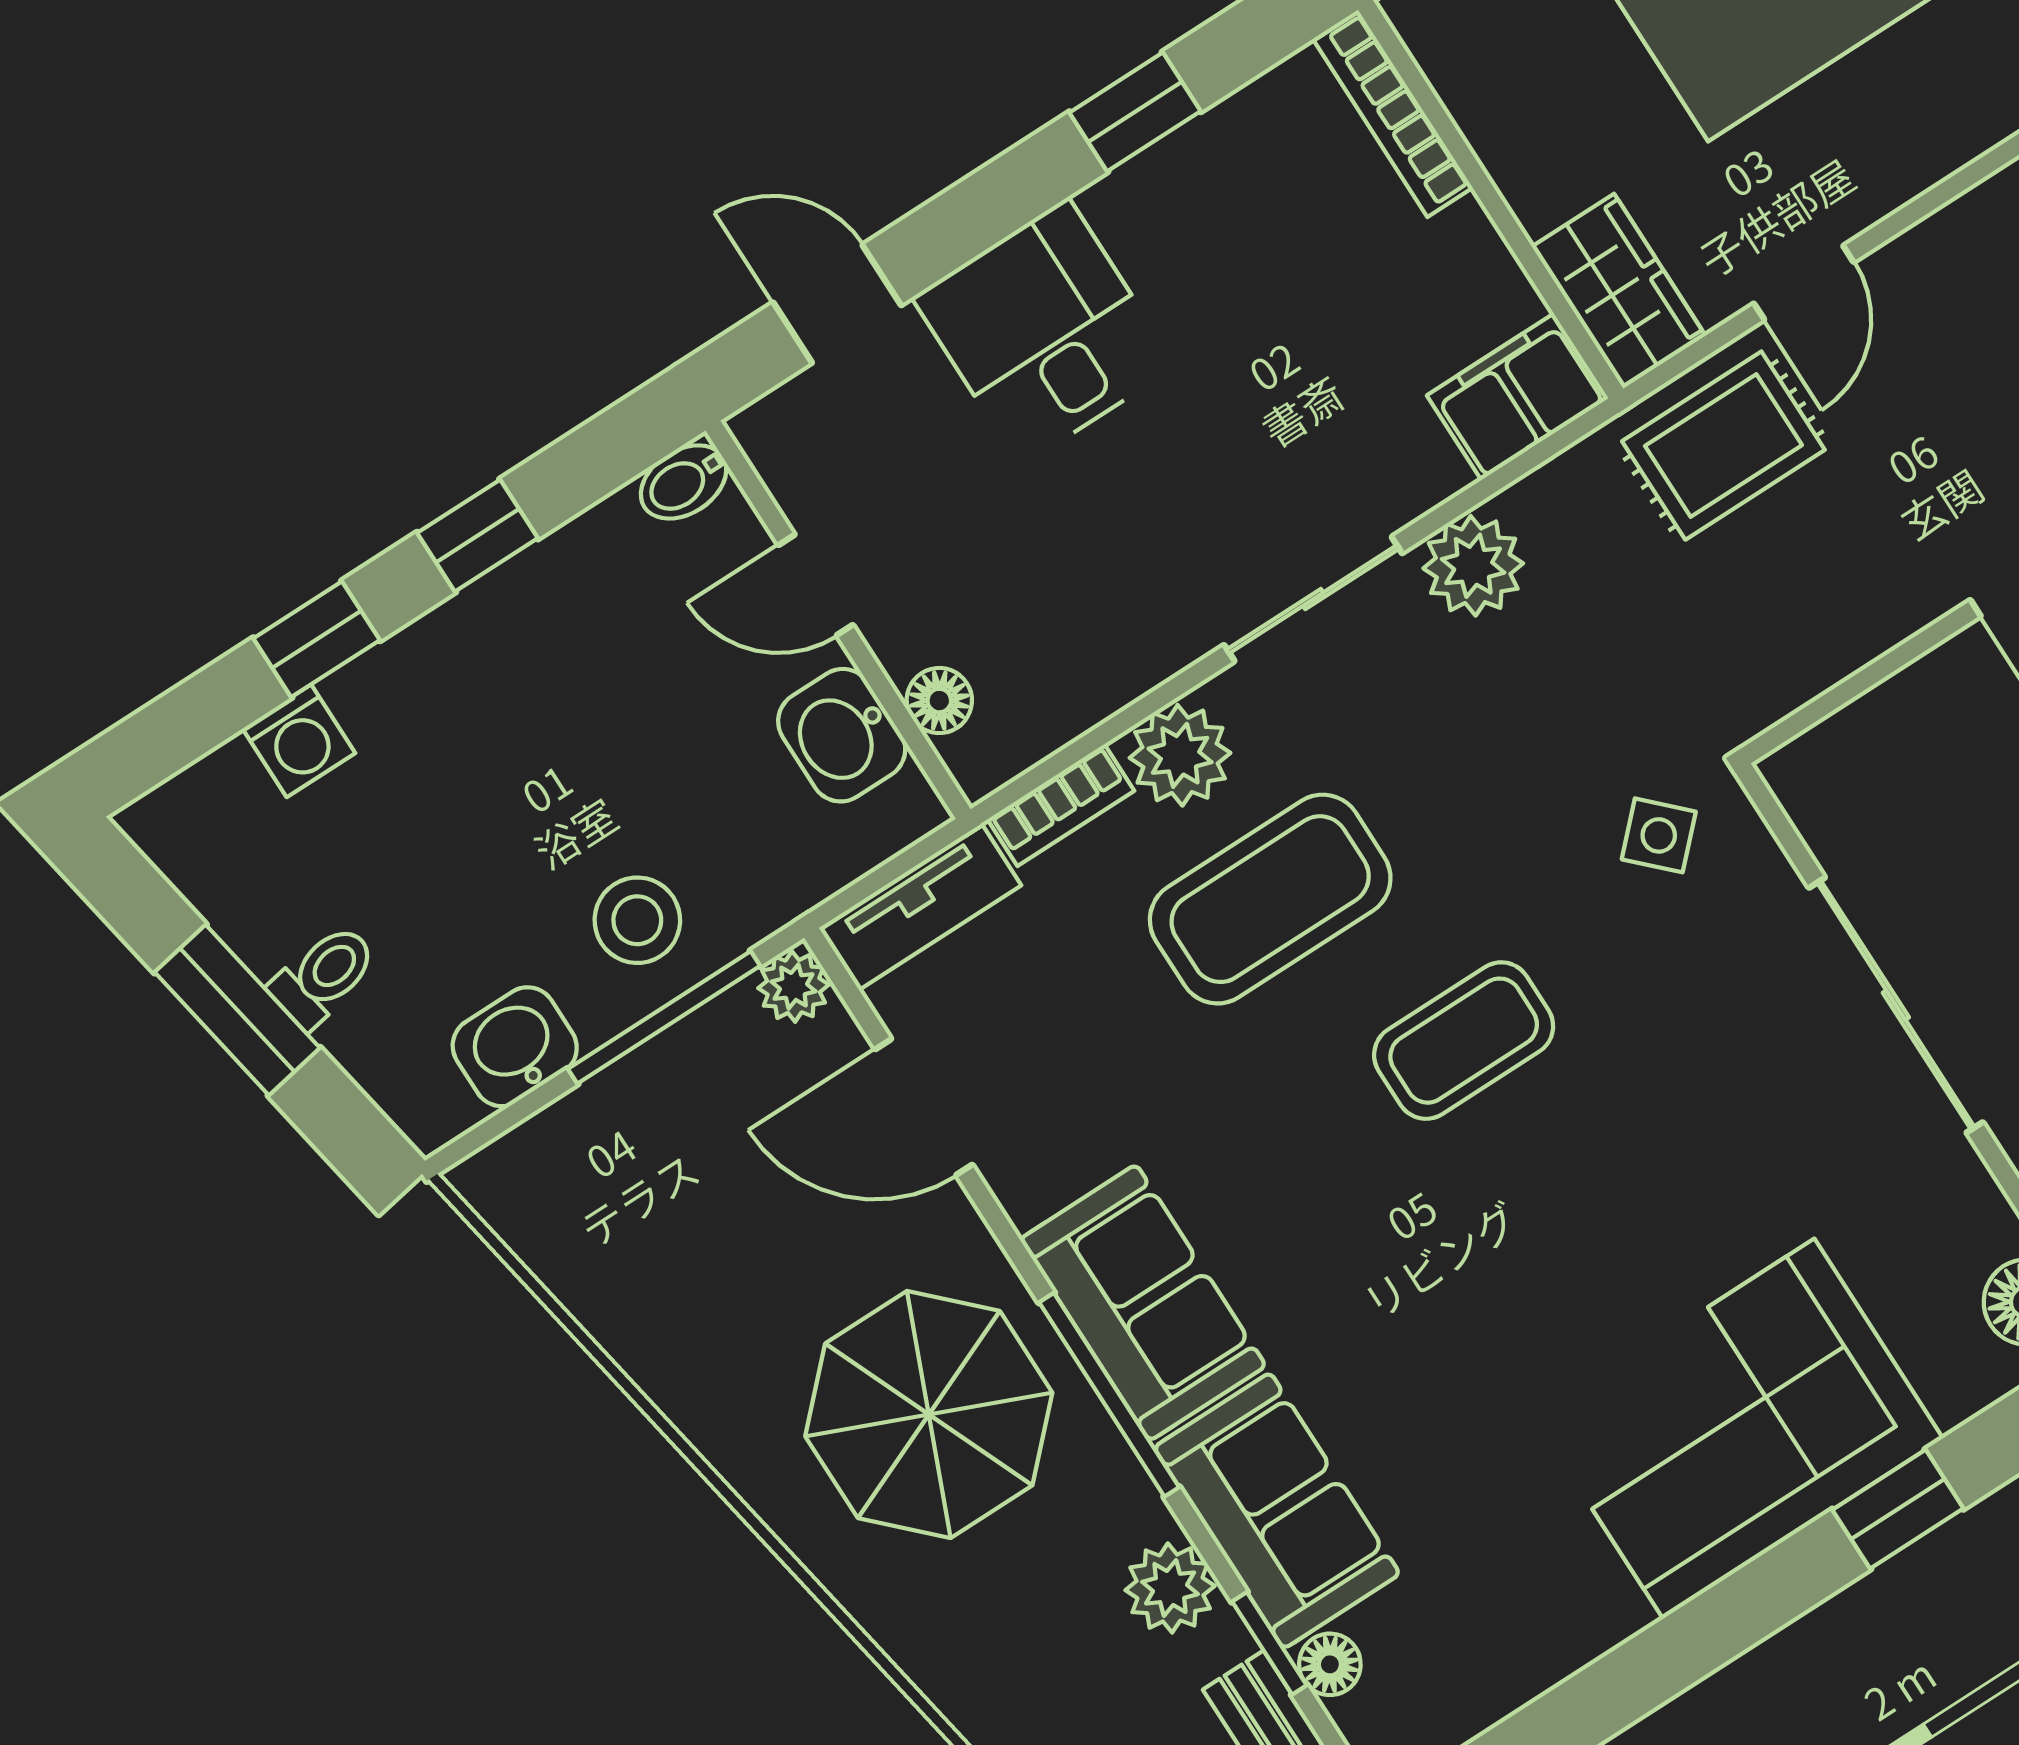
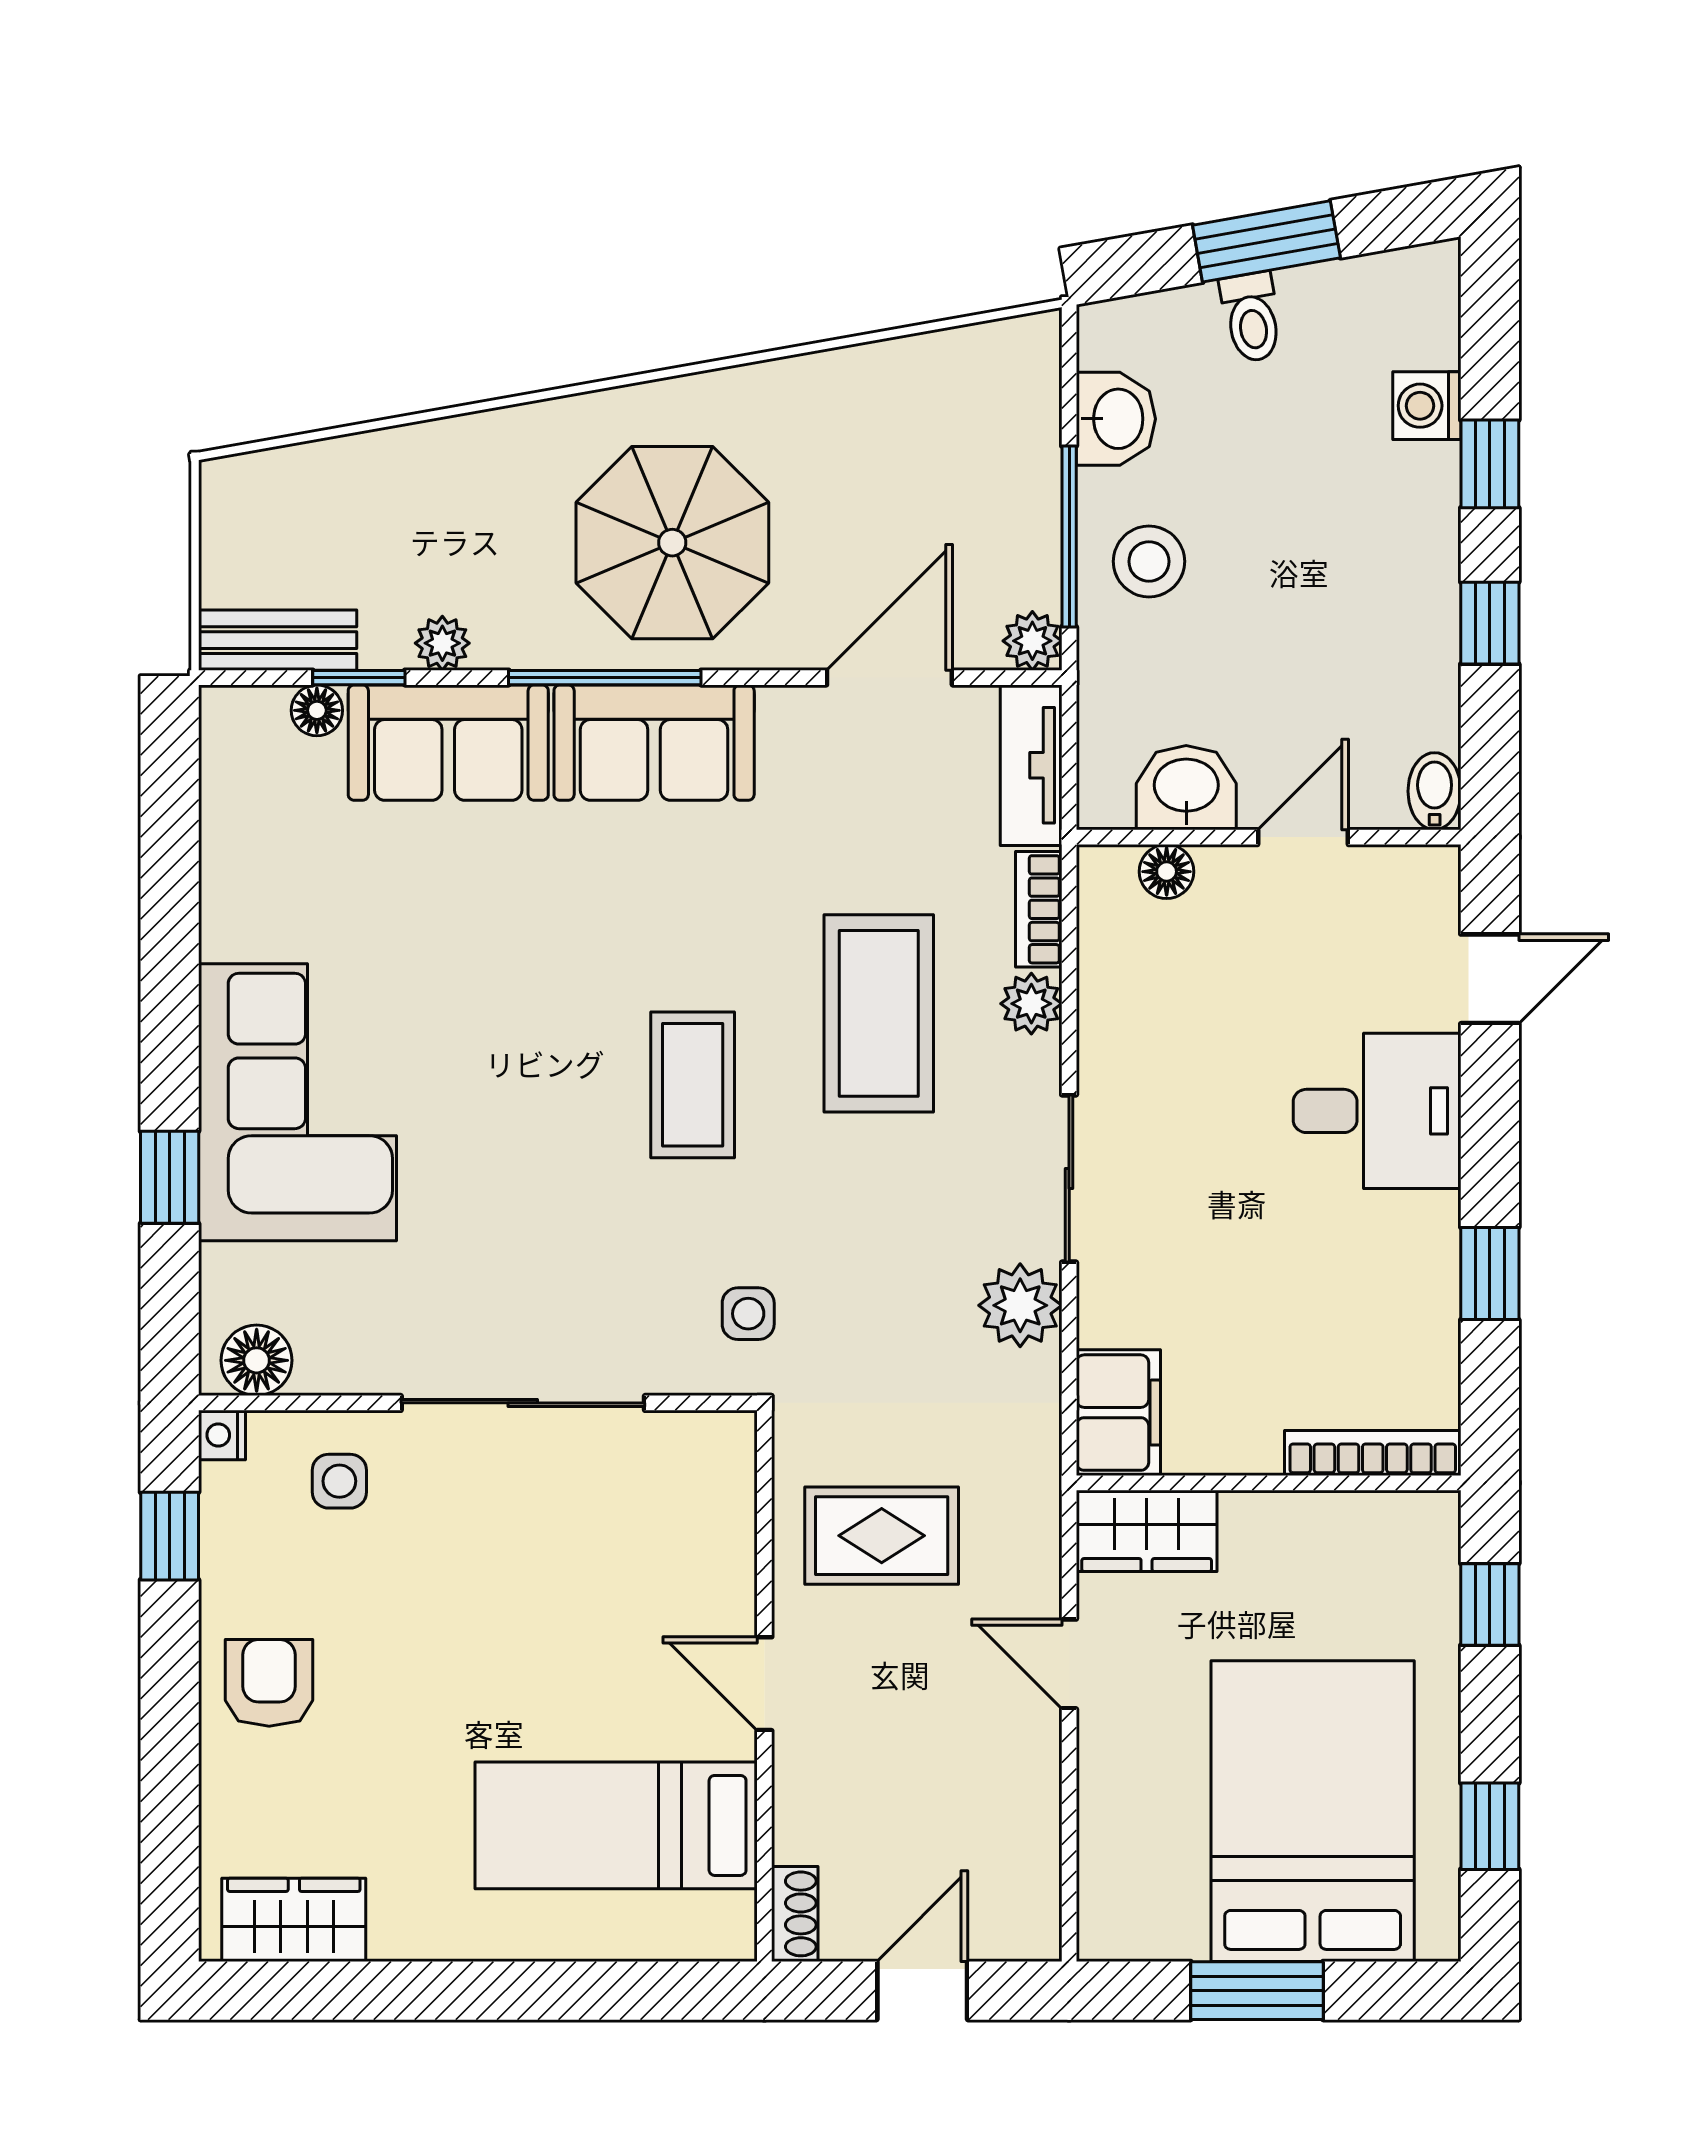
rug: (1723, 446) -> (882, 1536), moved, turned 90
plant: (1180, 755) -> (1031, 1004), width x0.73, depth x0.73
side table: (1659, 835) -> (748, 1314), turned 45
plant: (1170, 1588) -> (442, 643), width x0.73, depth x0.73

